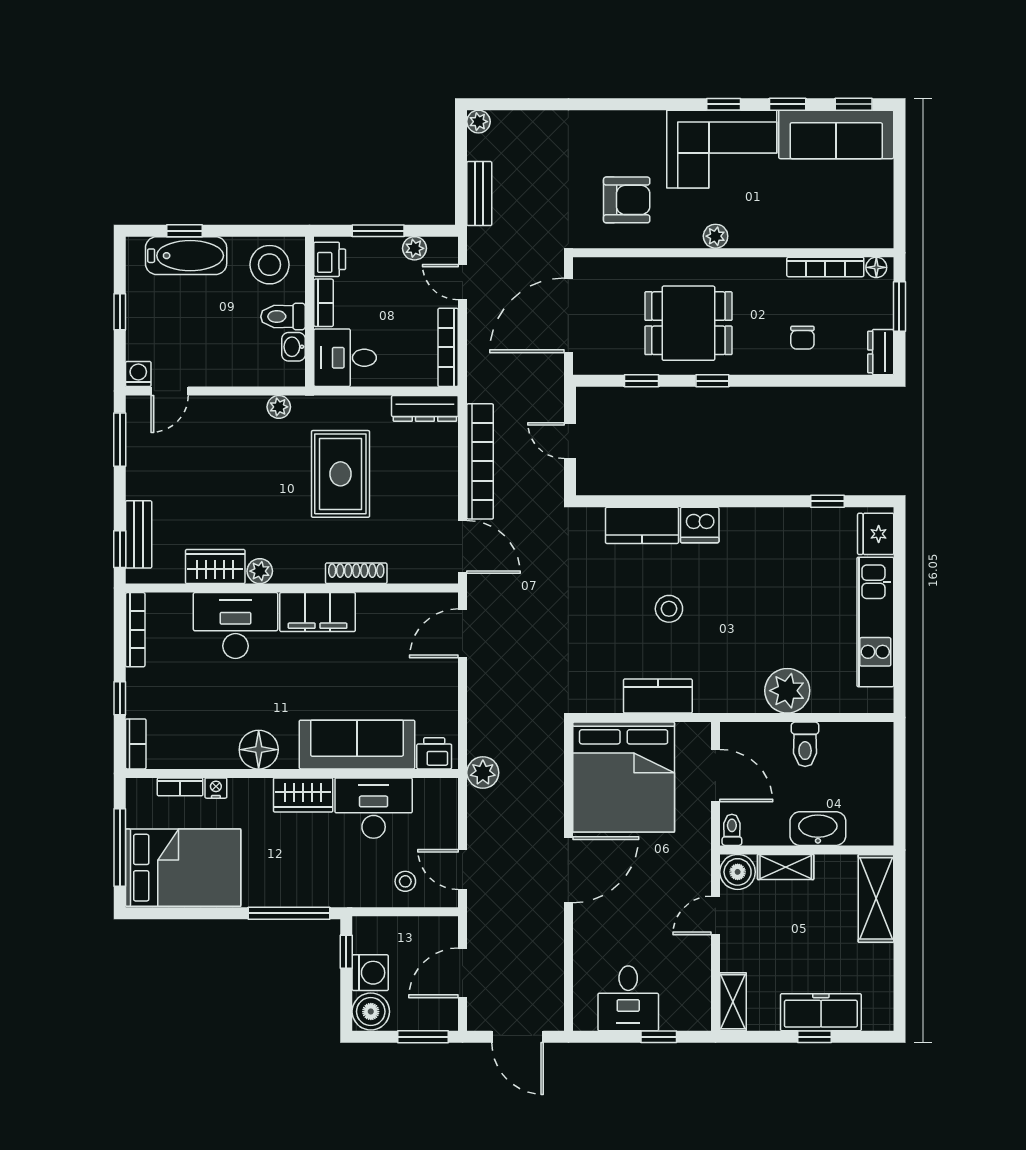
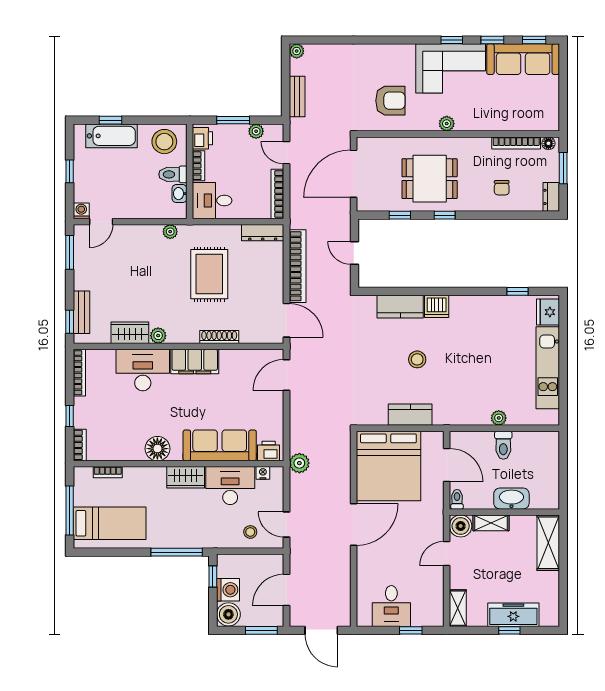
plant: (787, 691) -> (499, 418), width x0.53, depth x0.53
nightstand: (216, 788) -> (263, 473), moved
bed: (183, 868) -> (110, 523), width x0.67

